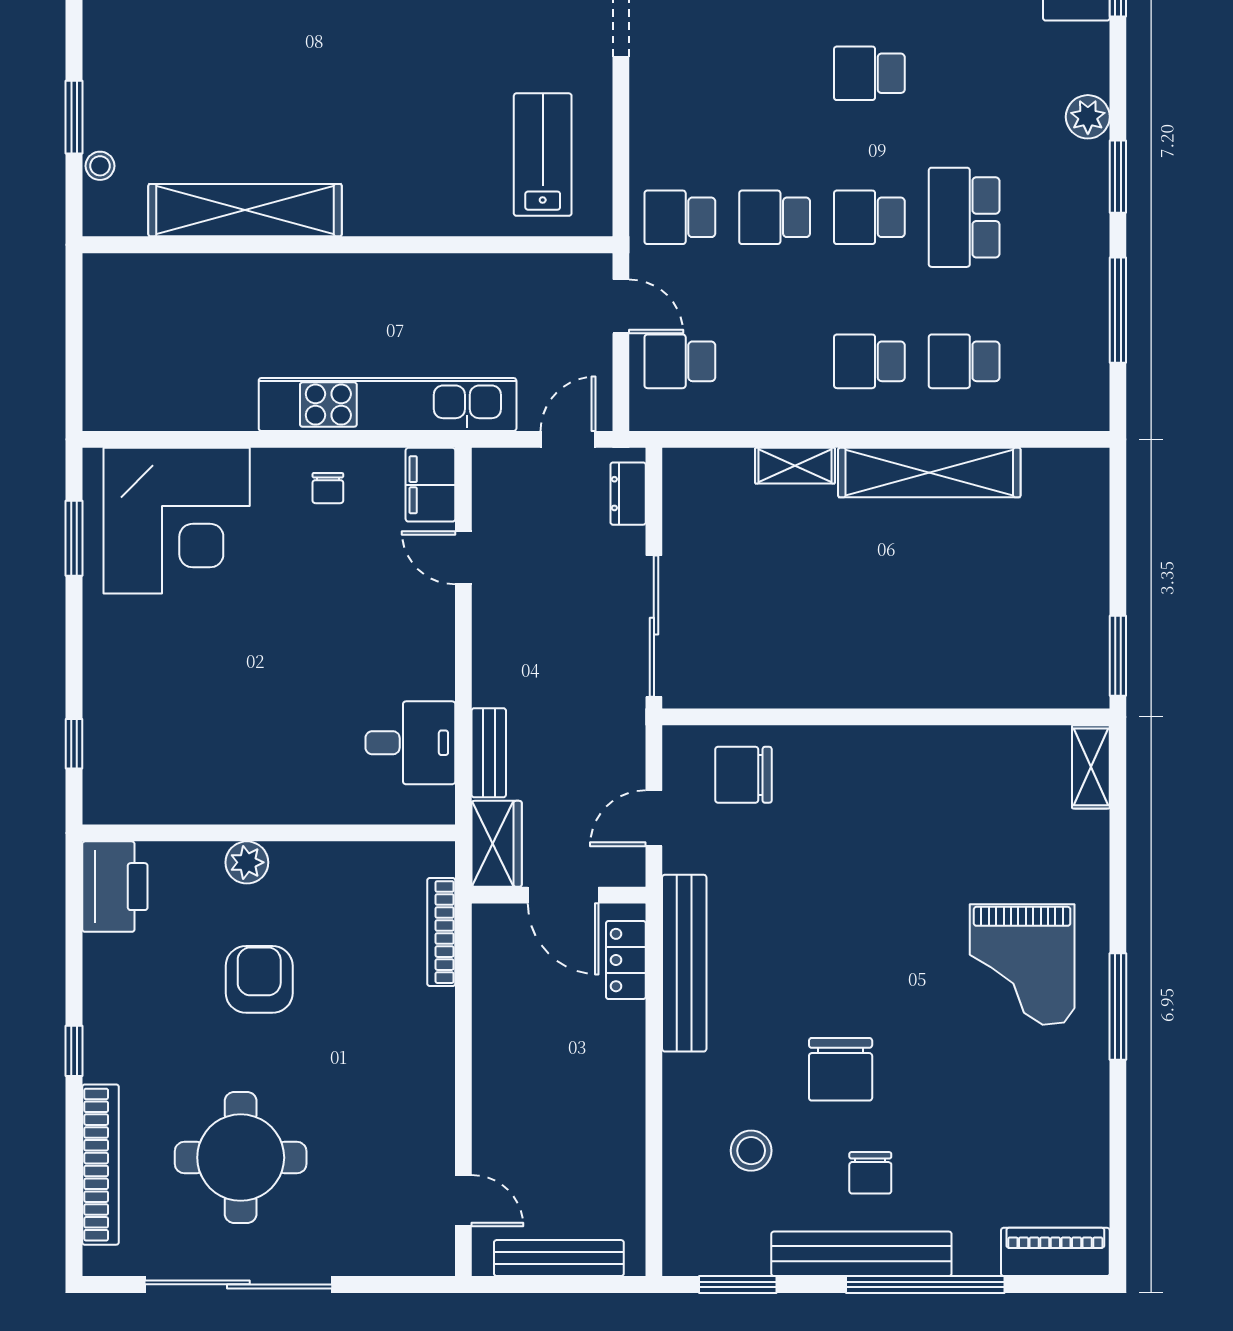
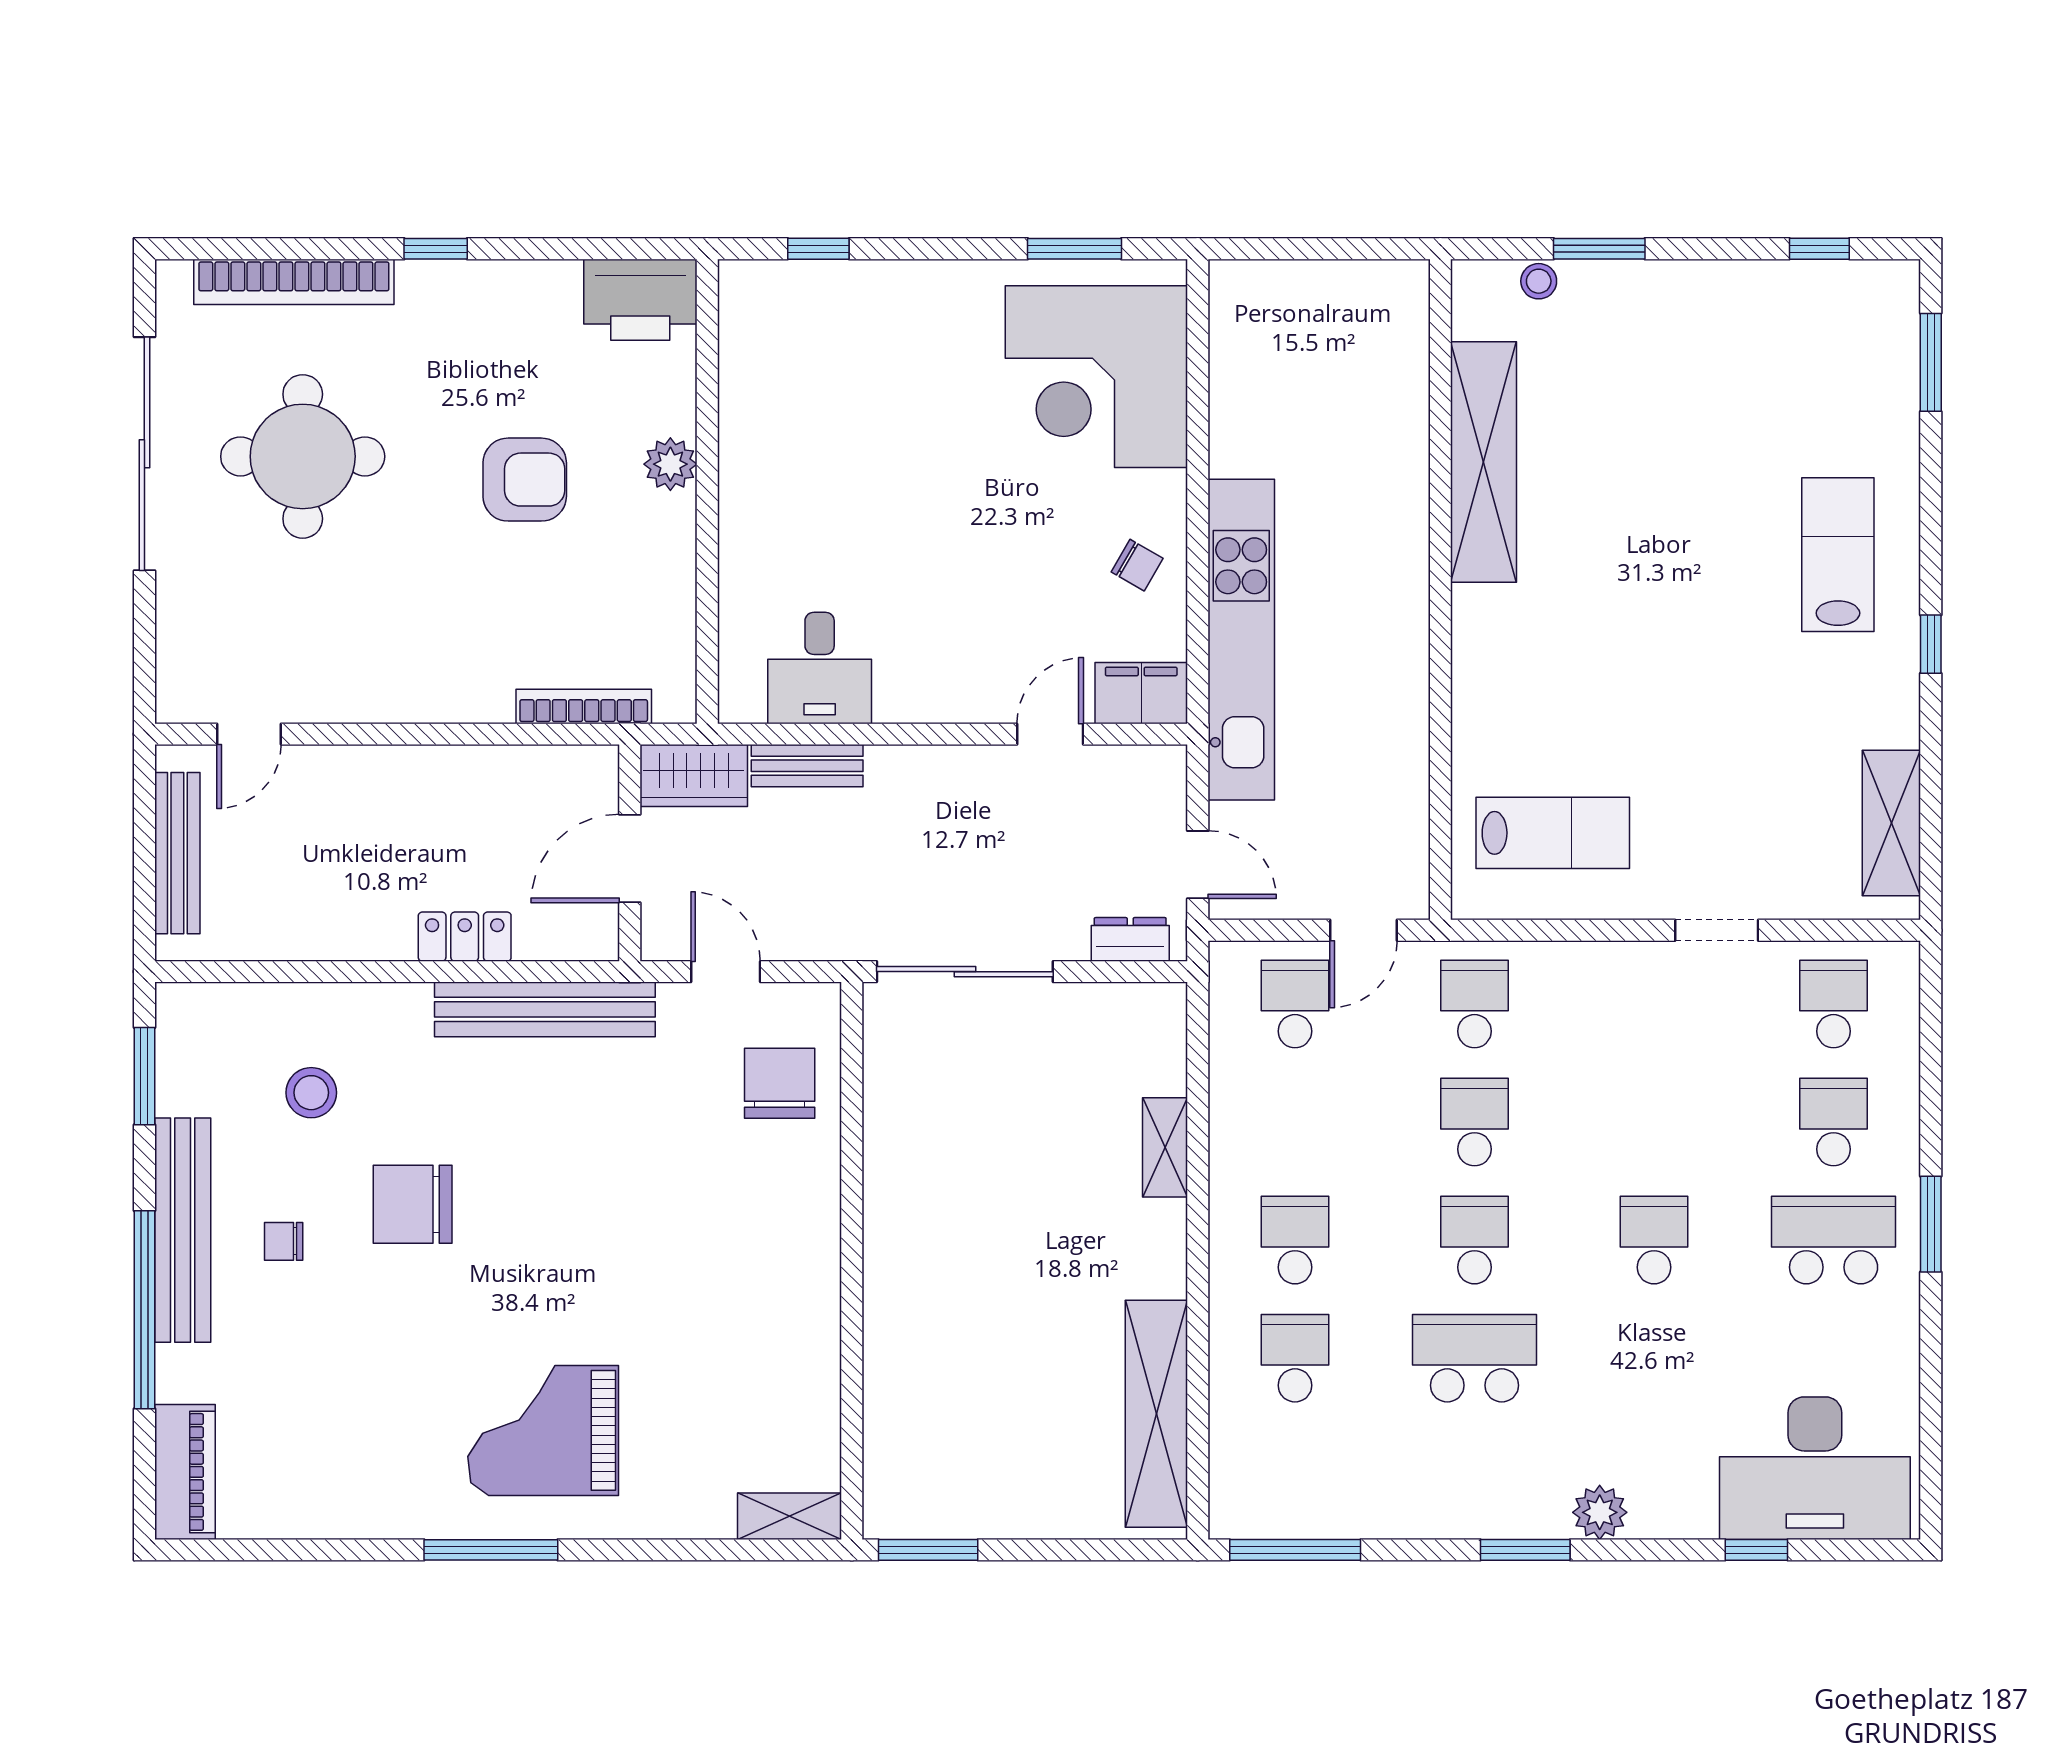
window: (1118, 310) -> (1295, 1550), moved
shelving: (929, 473) -> (1156, 1414), moved
chair: (328, 488) -> (1137, 565), turned -150
locker: (626, 960) -> (465, 937), moved
chair: (870, 1173) -> (284, 1241), width x0.73, depth x0.73

